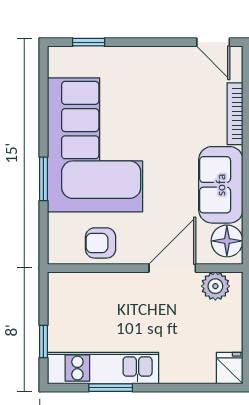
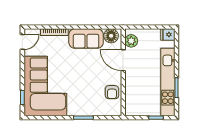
corner sofa: (95, 145) -> (45, 86), moved, turned 90
kitchen unit: (103, 368) -> (168, 82), width x1.36

